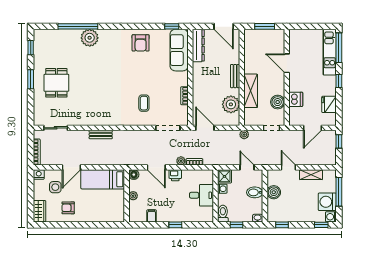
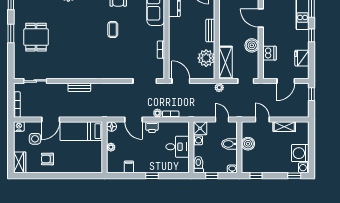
shelving: (251, 91) -> (226, 62), moved
boiler: (278, 102) -> (252, 45), moved
coffee table: (144, 103) -> (113, 29), moved
window: (339, 192) -> (312, 143), removed

